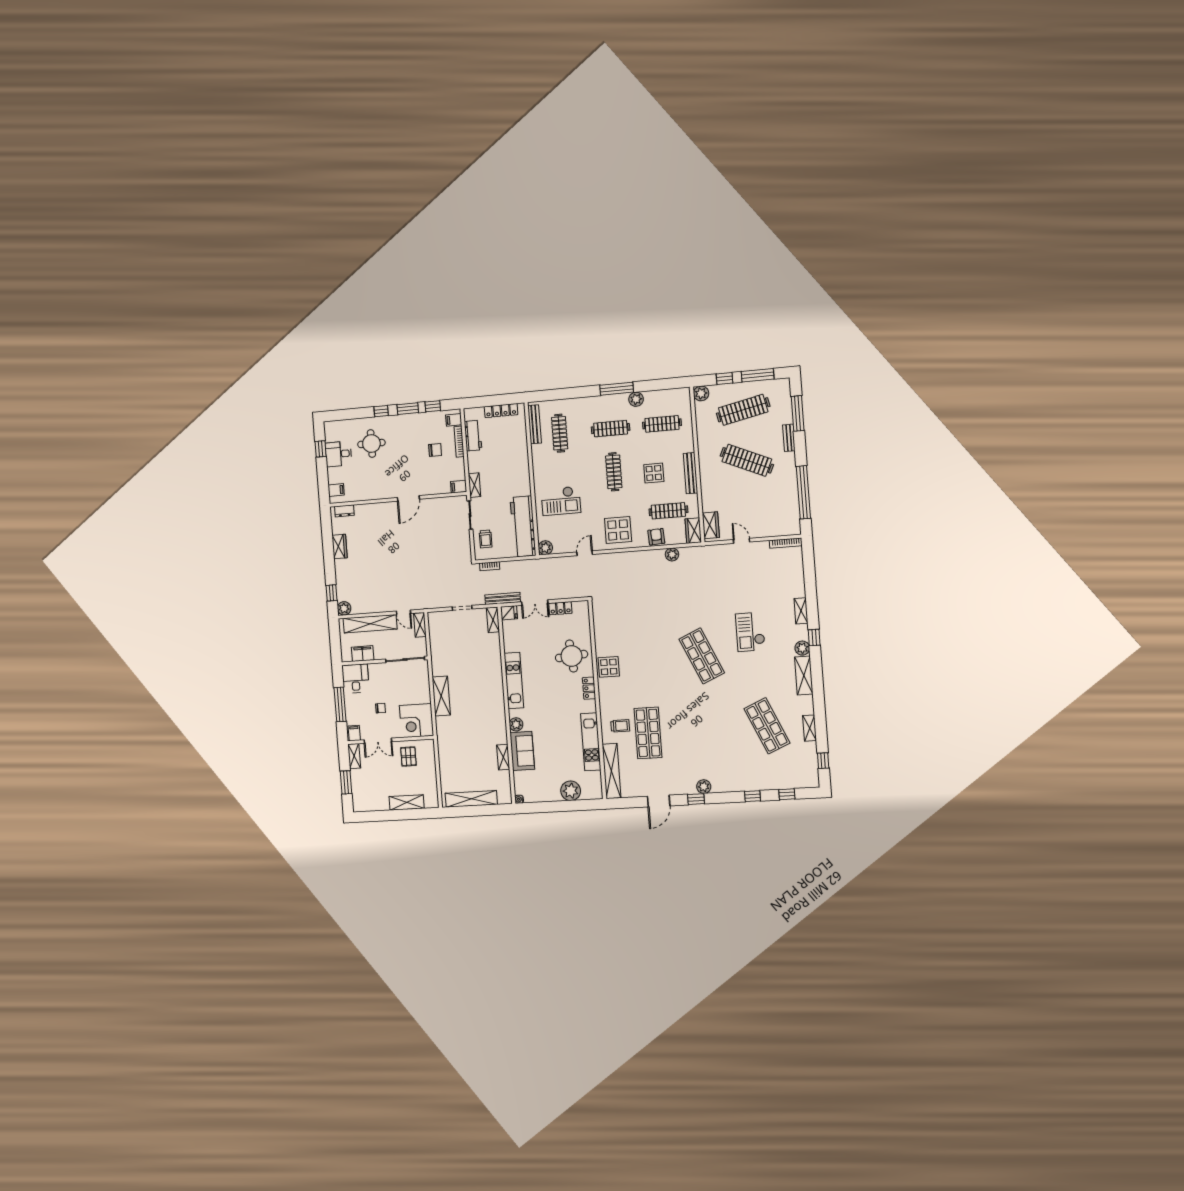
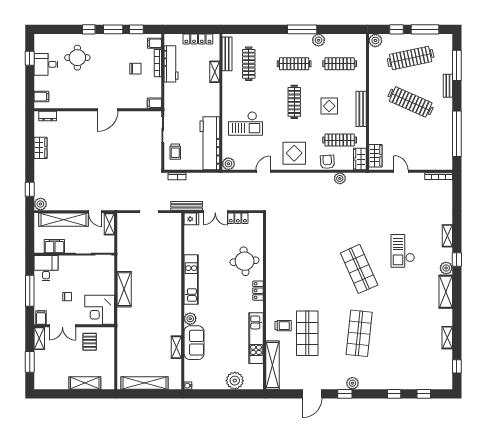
workbench: (473, 436) -> (171, 64), width x1.38
shelving: (474, 485) -> (215, 72), moved
shelving: (493, 620) -> (176, 224), removed
display table: (609, 667) -> (277, 273), removed
shop shelf: (767, 726) -> (359, 333), moved, turned 30

